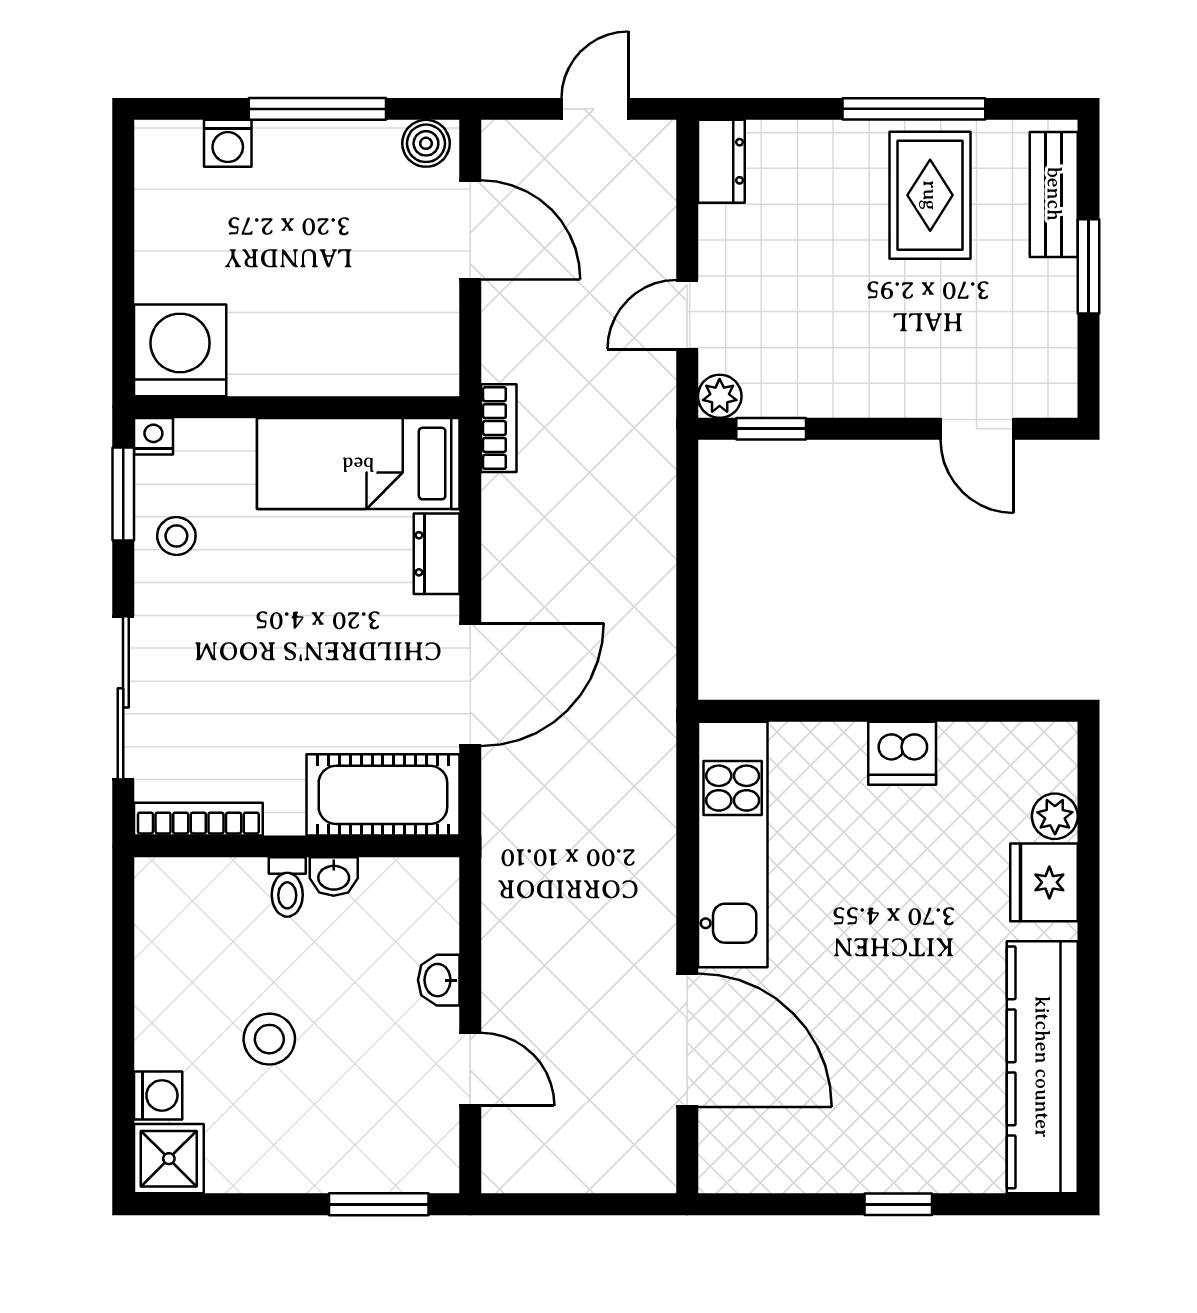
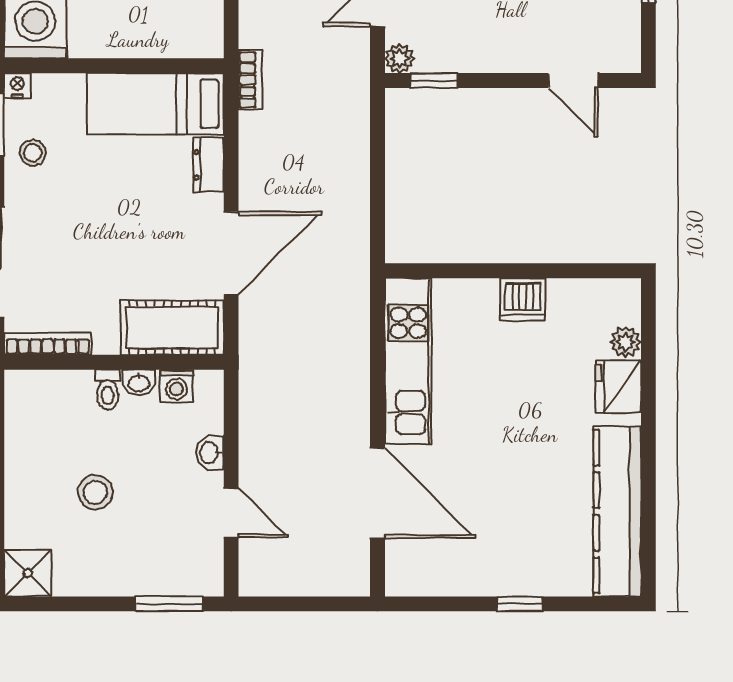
washing machine: (158, 1095) -> (176, 386), moved, turned 90

